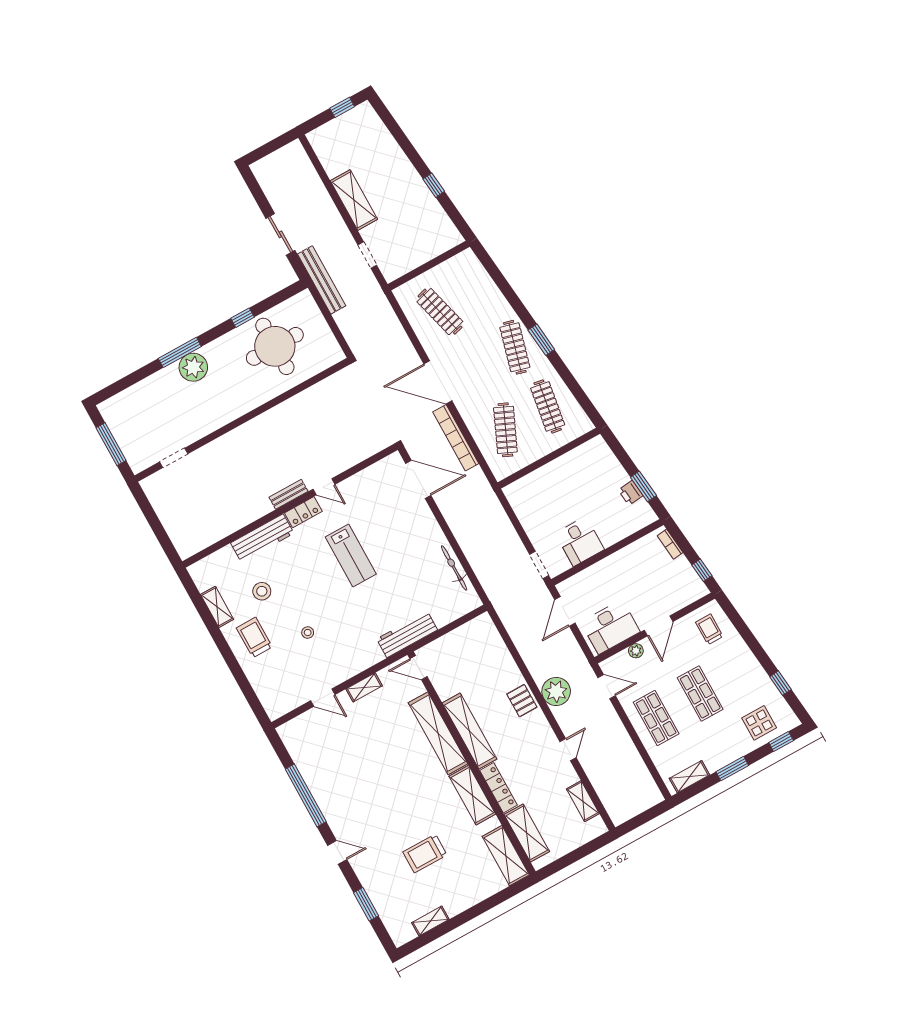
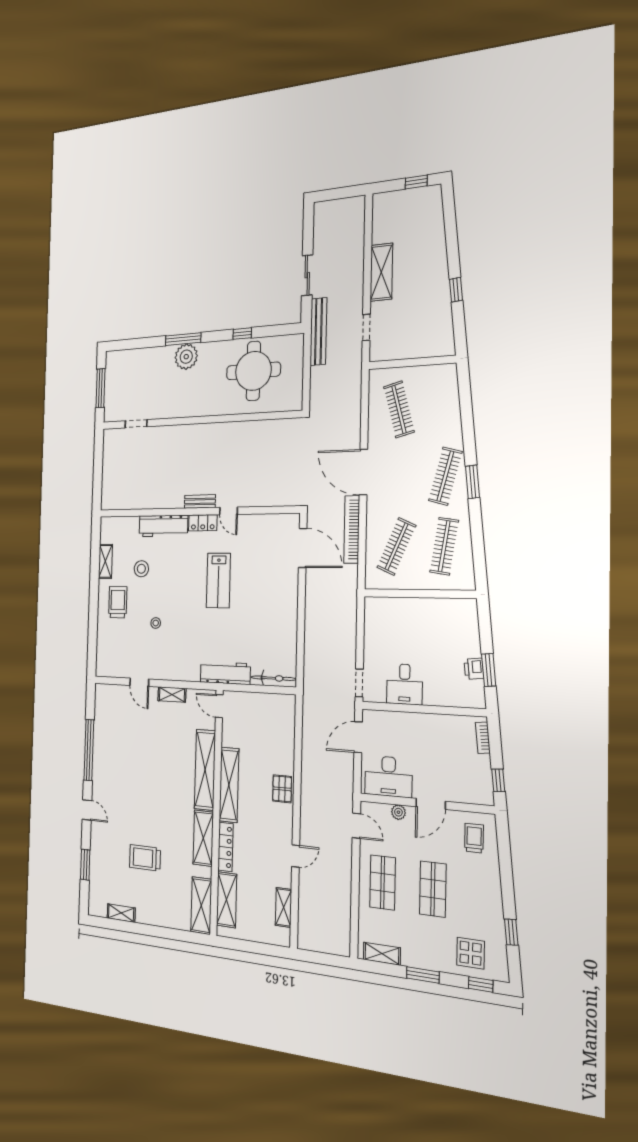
bicycle: (454, 568) -> (274, 678), moved, turned 90
plant: (556, 691) -> (313, 800), removed

